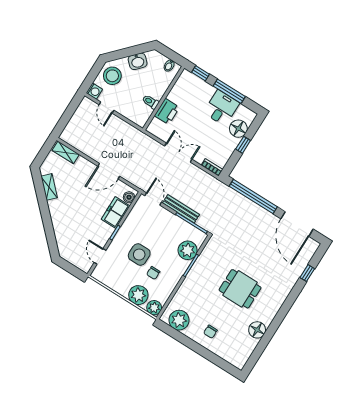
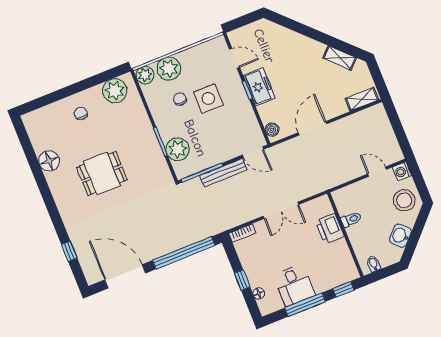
floor lamp: (238, 129) -> (259, 293), width x0.53, depth x0.53
freezer: (116, 213) -> (259, 87), moved

